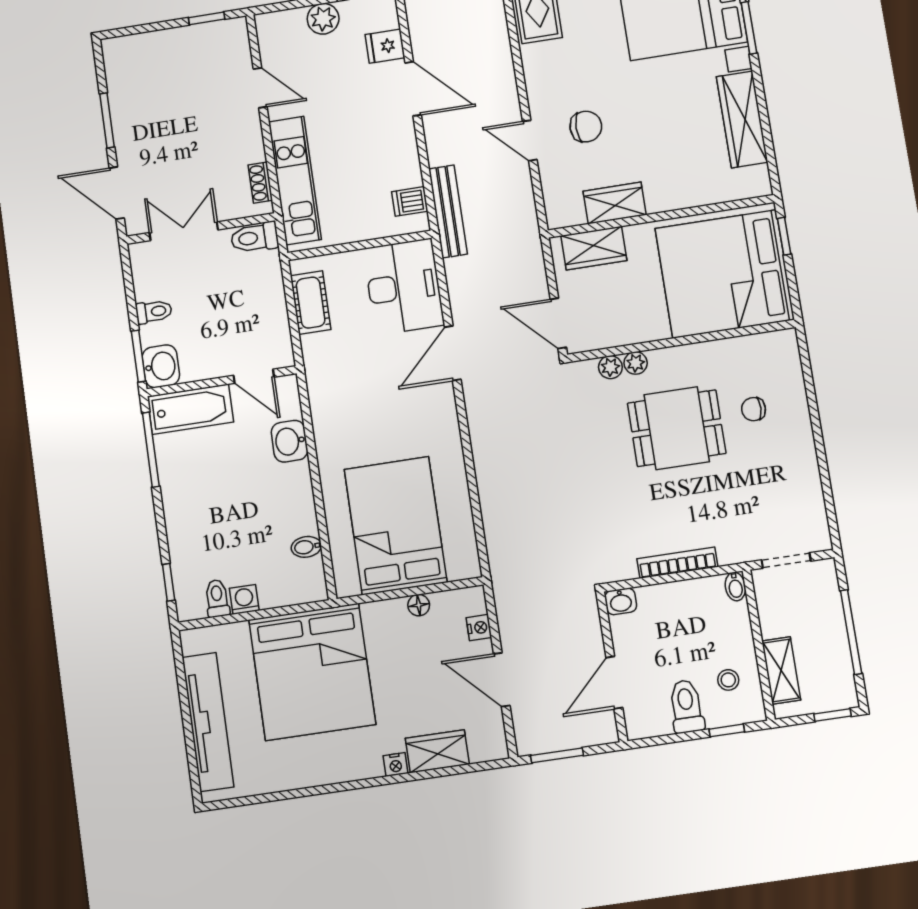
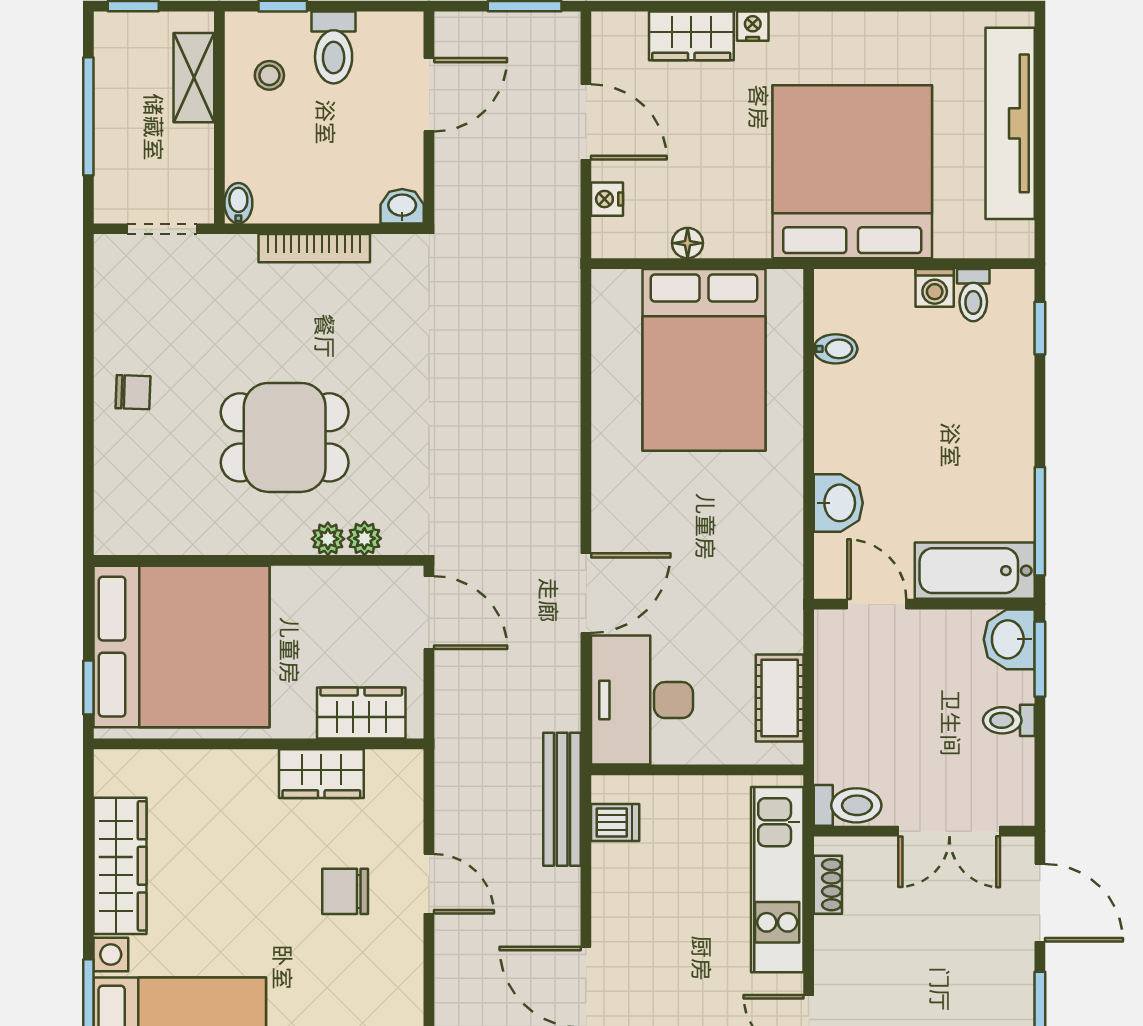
chair: (754, 409) -> (133, 392), moved

